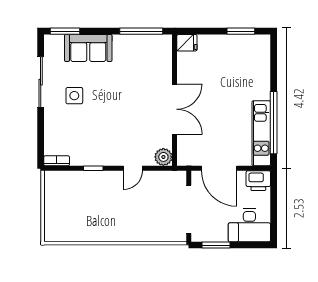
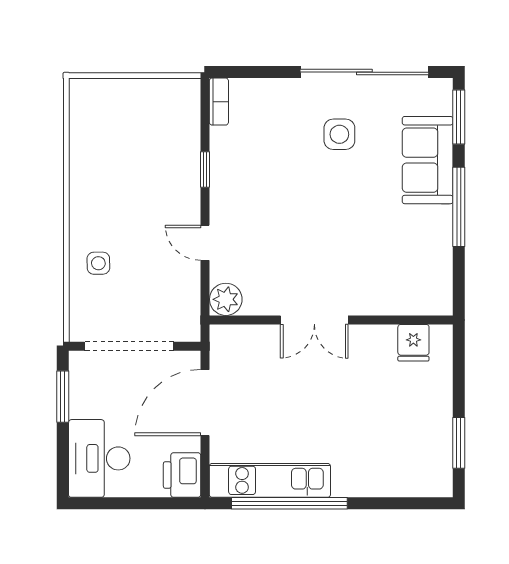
window: (141, 31) -> (459, 207), moved
fridge: (187, 43) -> (413, 343), moved
sliding door: (41, 82) -> (364, 72), width x1.36
double door: (175, 109) -> (314, 320), width x0.73
side table: (144, 226) -> (98, 263), added

